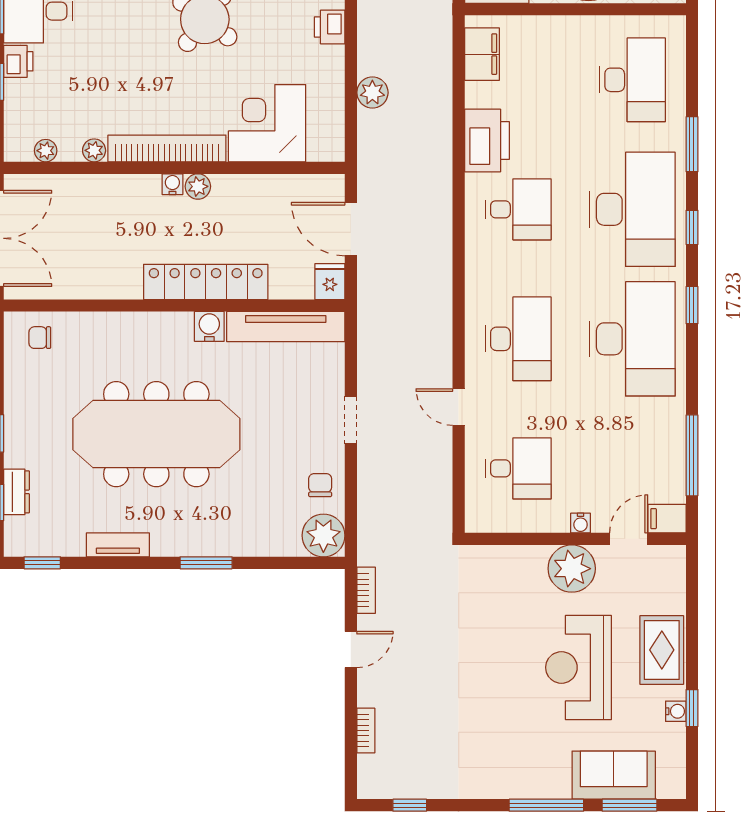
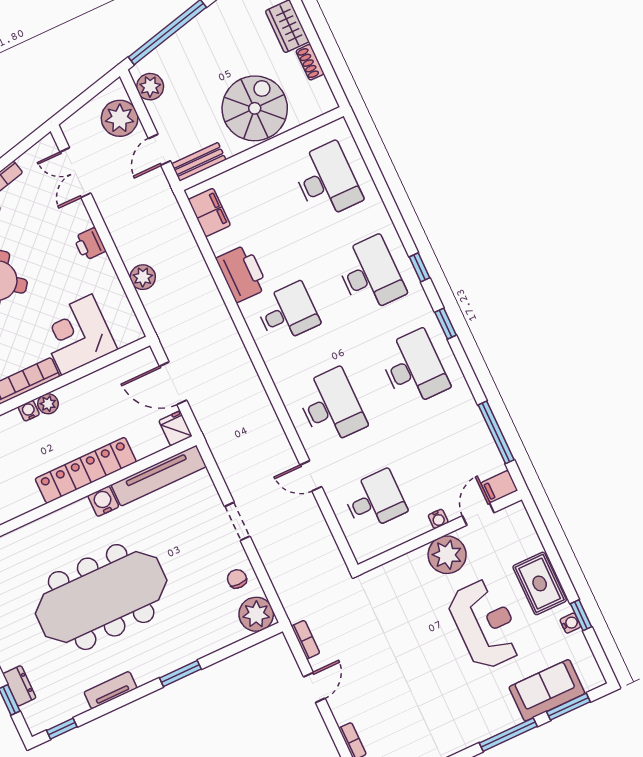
window: (692, 144) -> (392, 207), removed
desk: (632, 209) -> (370, 274), width x0.73, depth x0.77
desk: (632, 339) -> (414, 368), width x0.73, depth x0.77
reception desk: (579, 667) -> (485, 624), turned 180

